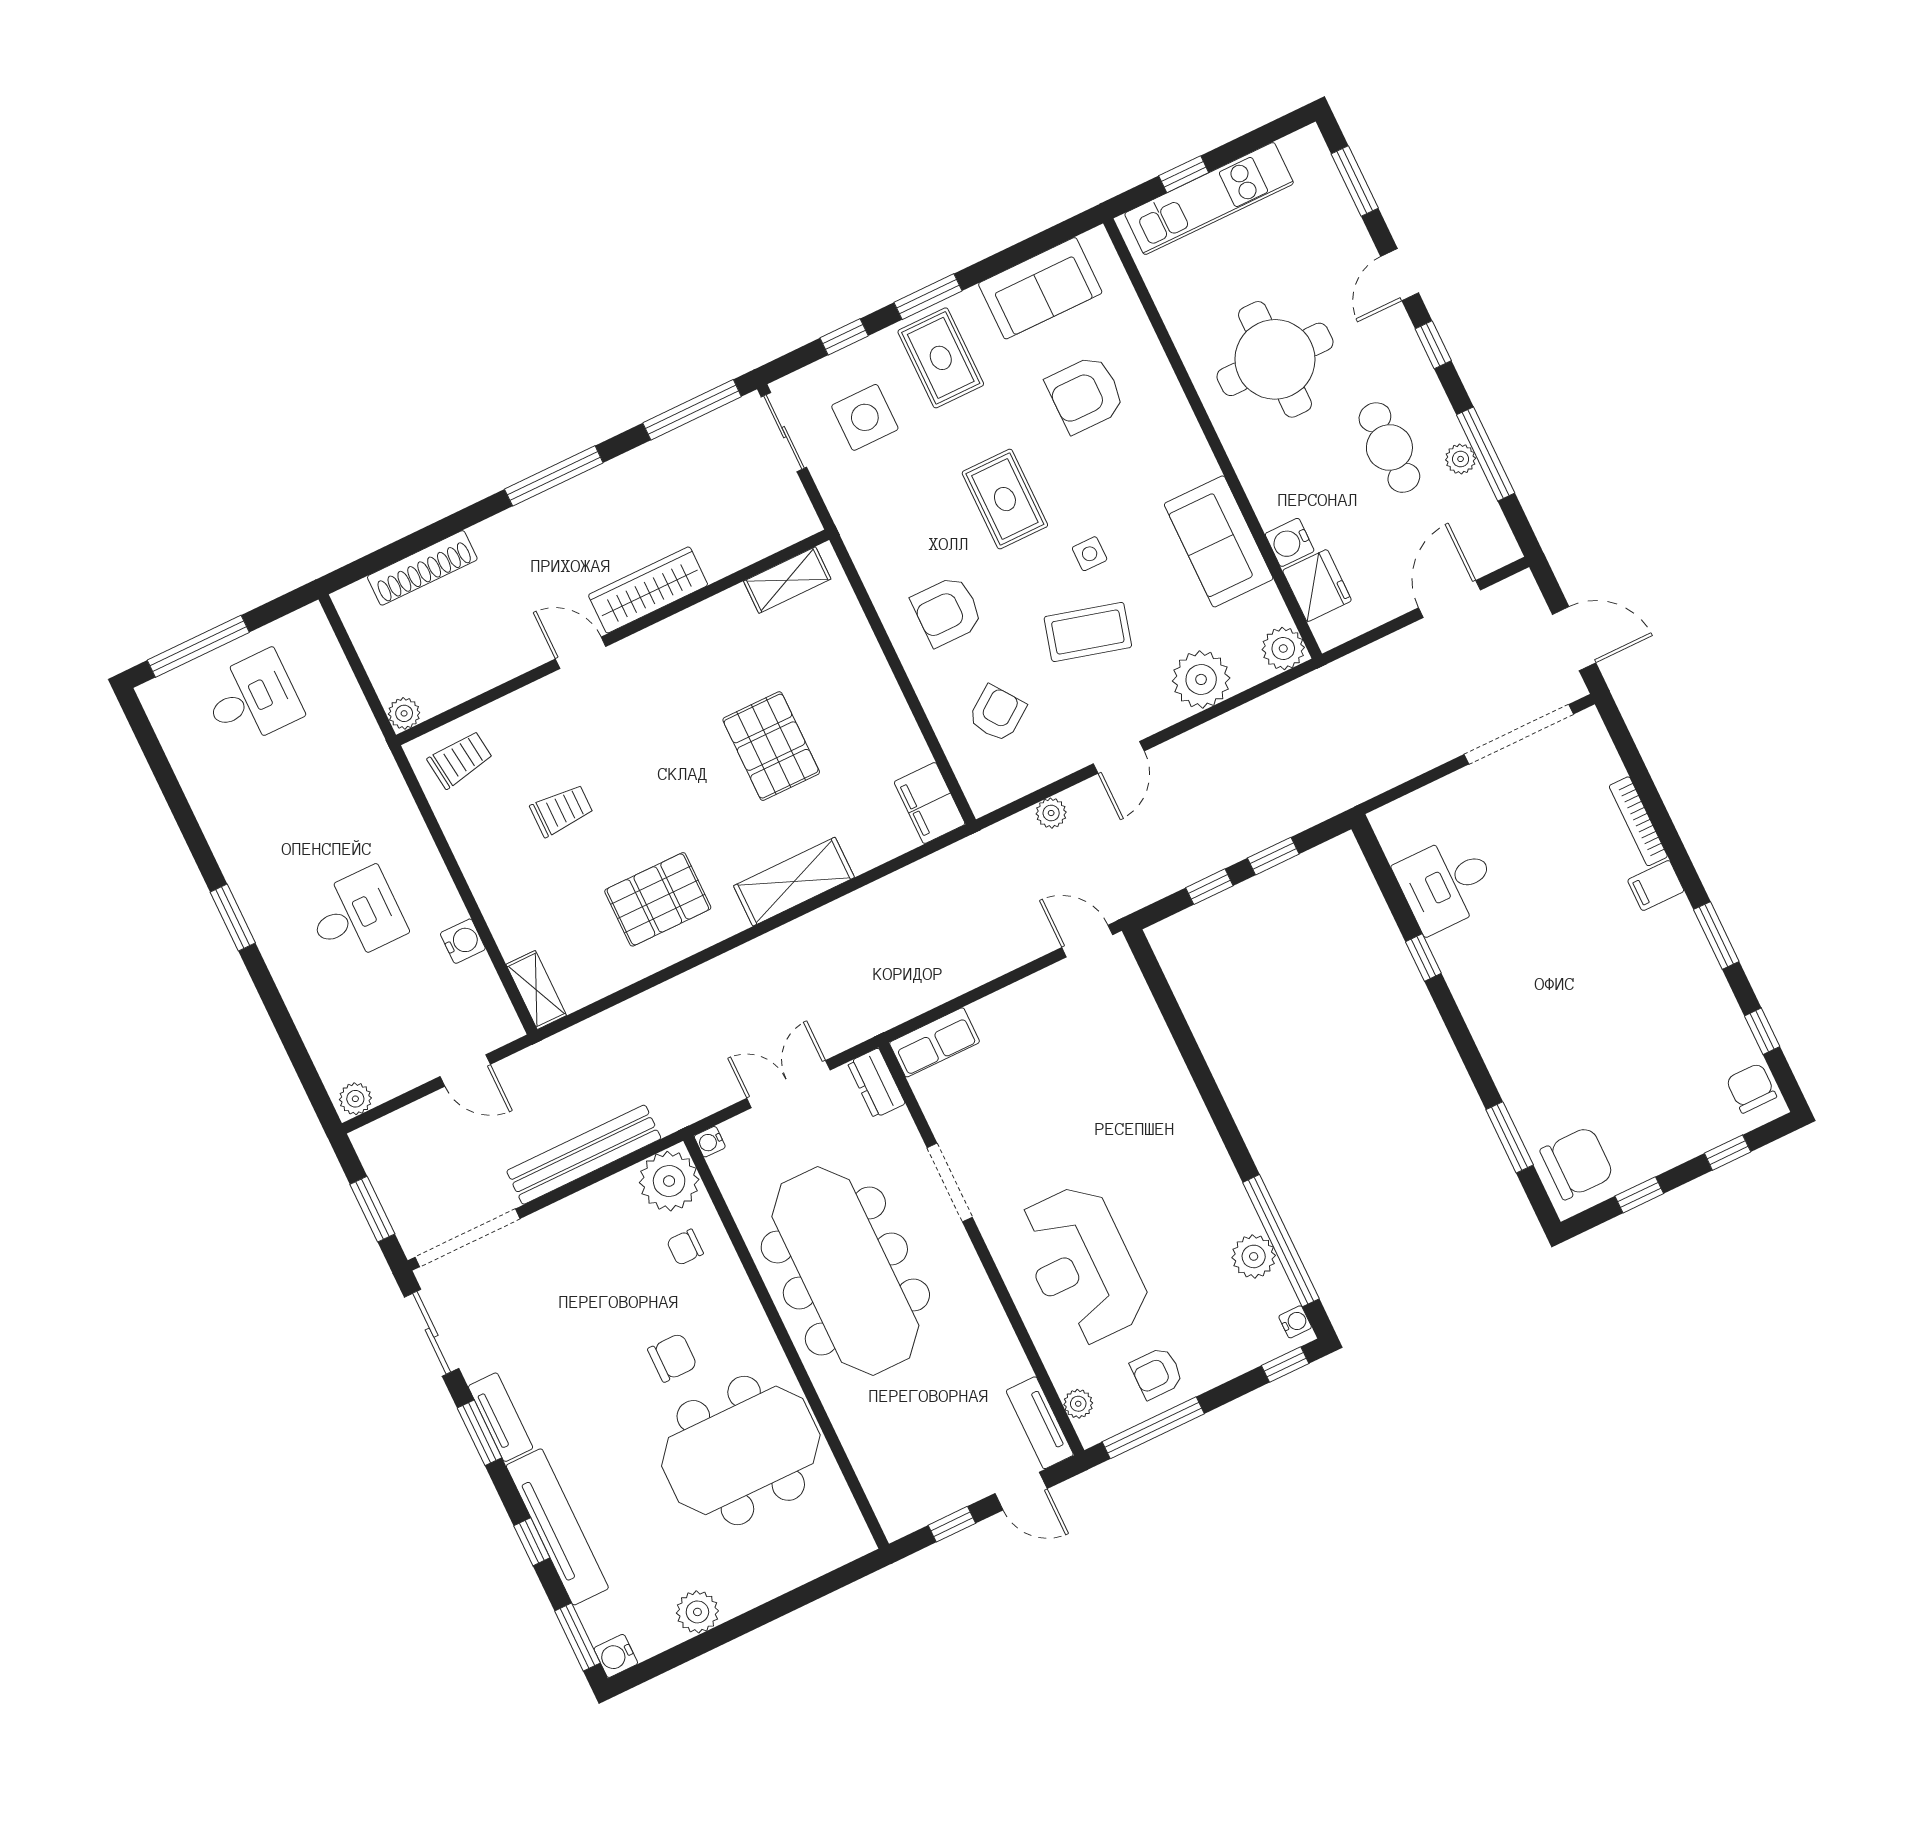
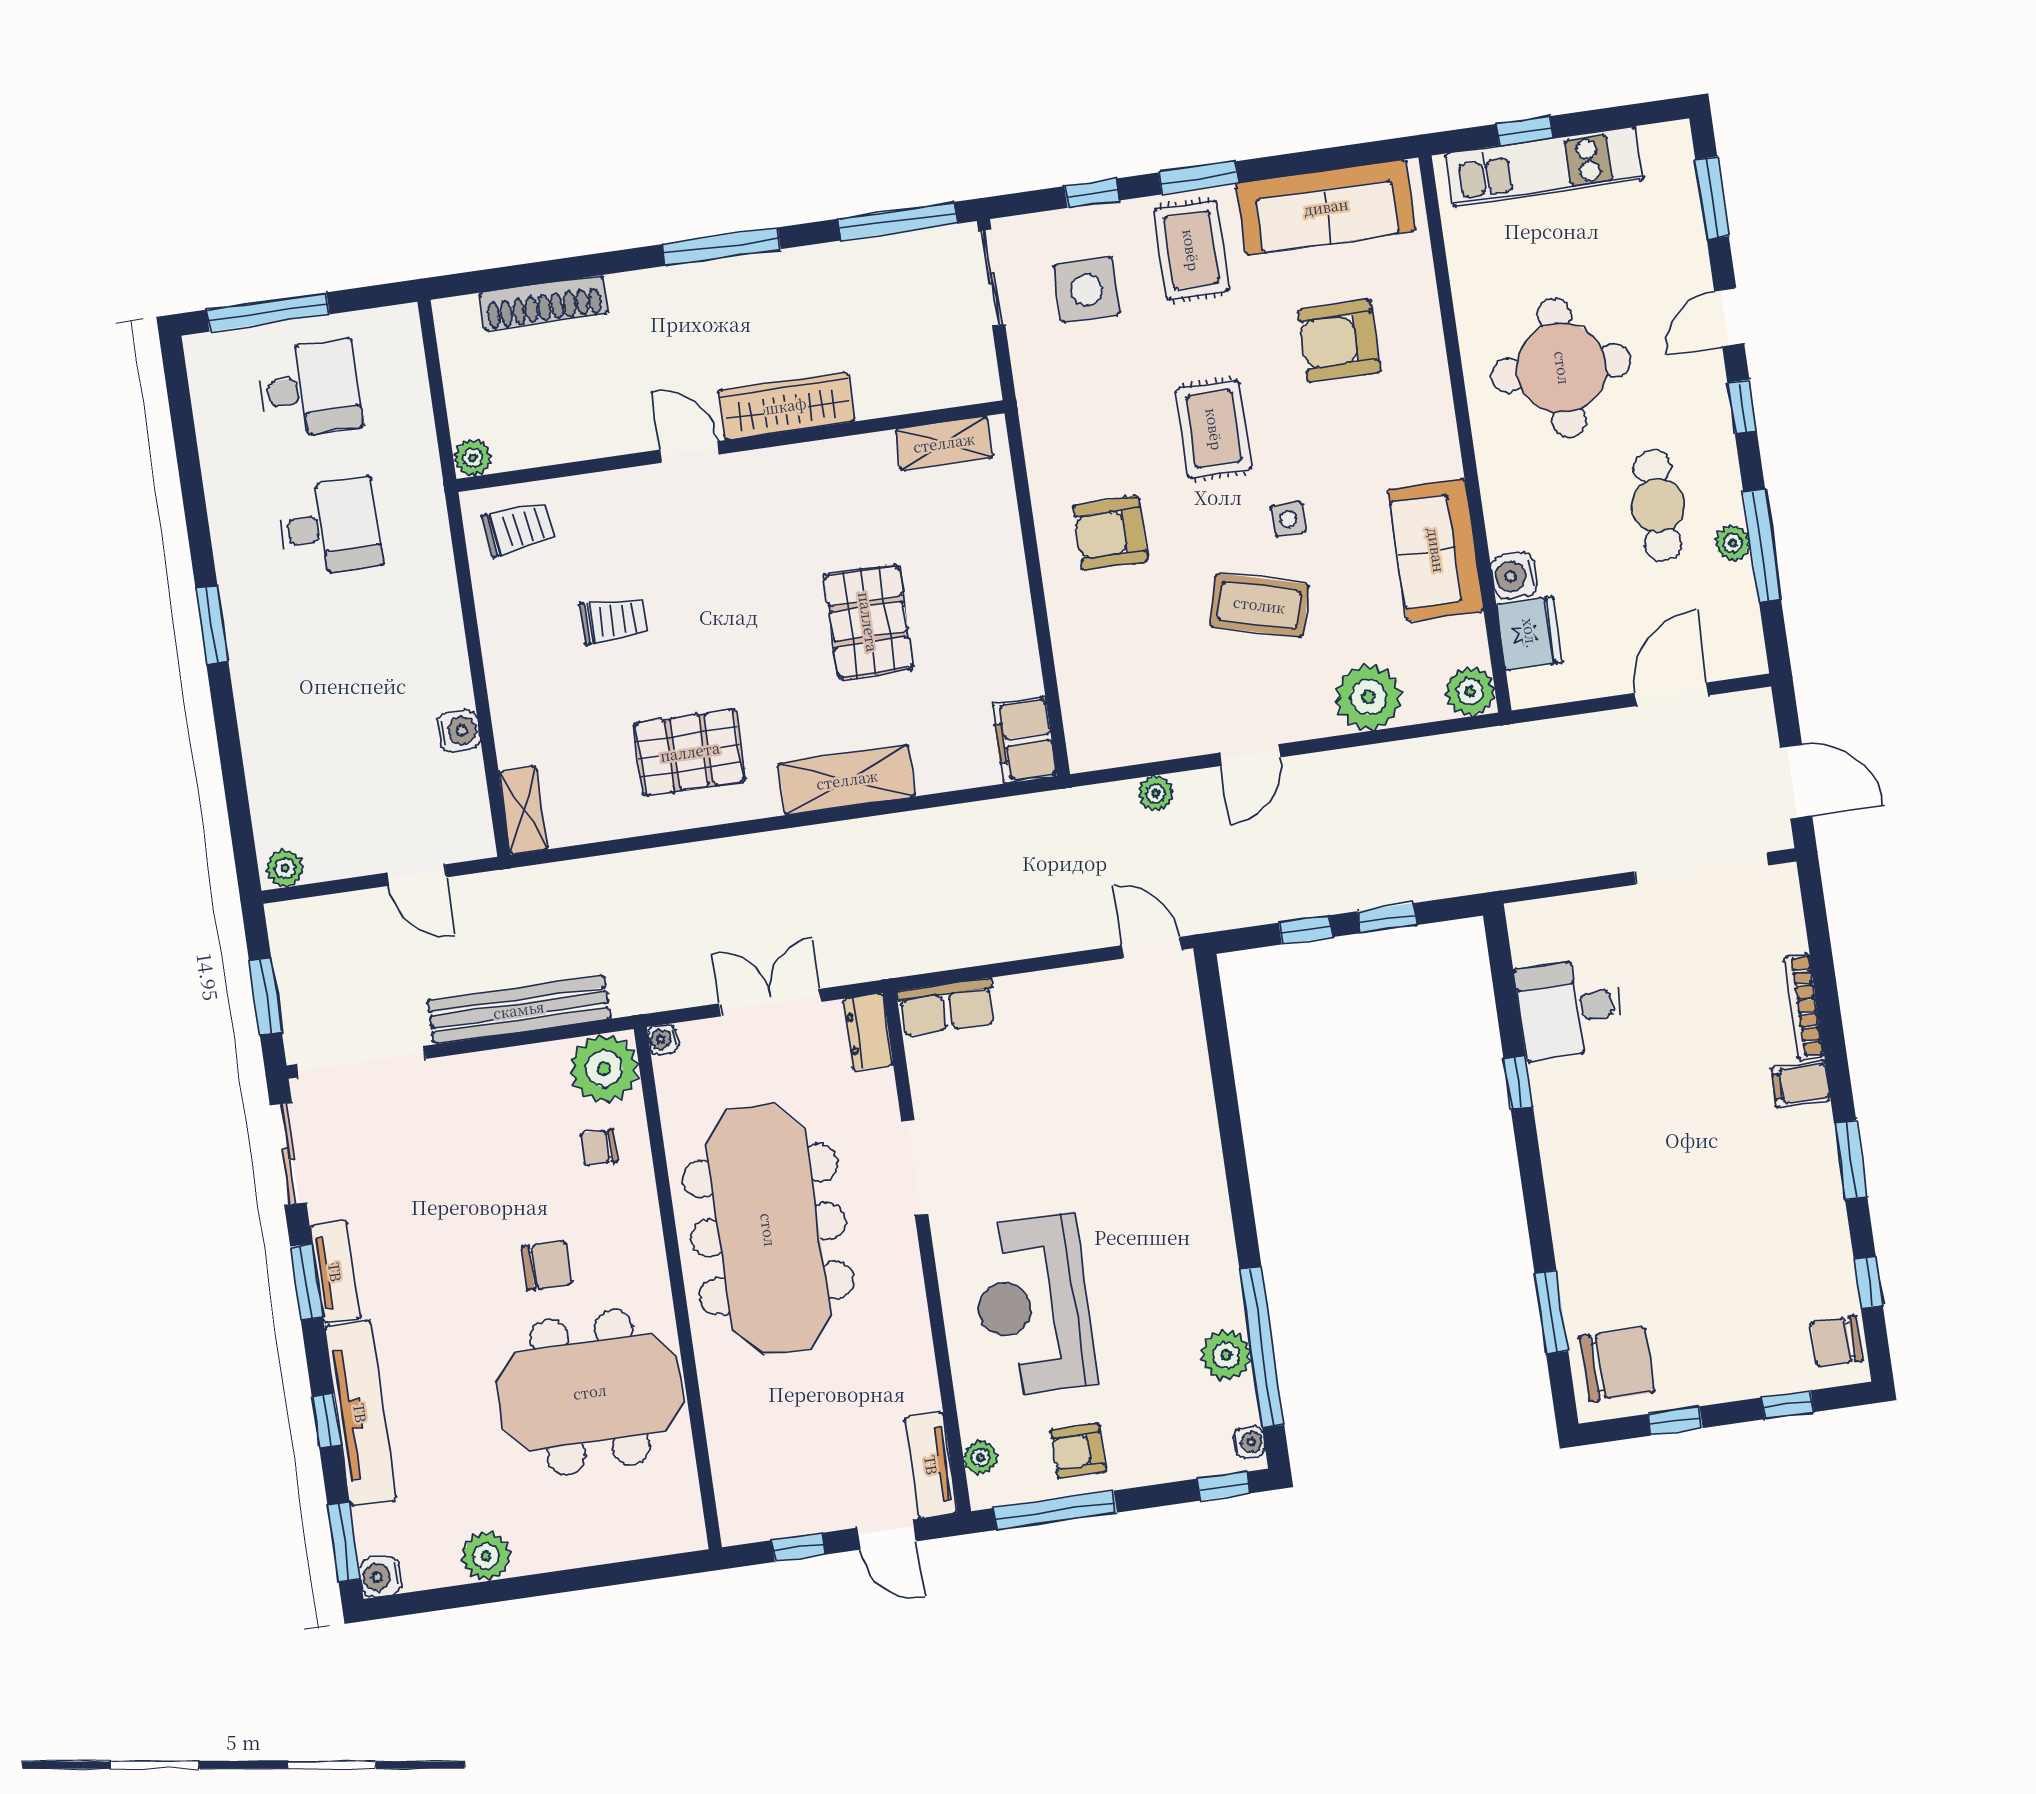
sofa: (1040, 288) -> (1326, 207), width x1.36
armchair: (997, 713) -> (1130, 664), removed
desk: (356, 916) -> (329, 527), moved
chair: (1751, 1088) -> (1836, 1341), turned -90

